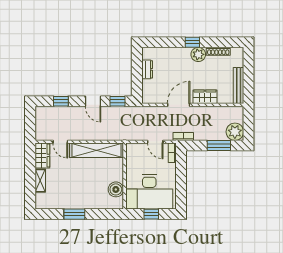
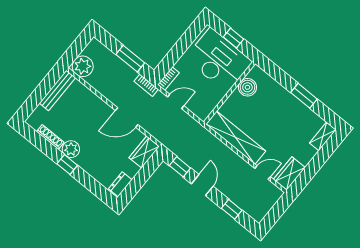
dresser: (147, 69) -> (120, 184), moved
wardrobe: (205, 97) -> (144, 152), moved, turned 90
plant: (235, 132) -> (83, 66), moved
door: (60, 142) -> (263, 173), hinge flipped
door: (155, 142) -> (176, 101), hinge flipped
window: (219, 145) -> (130, 59), moved
shelving: (40, 181) -> (323, 136), moved

